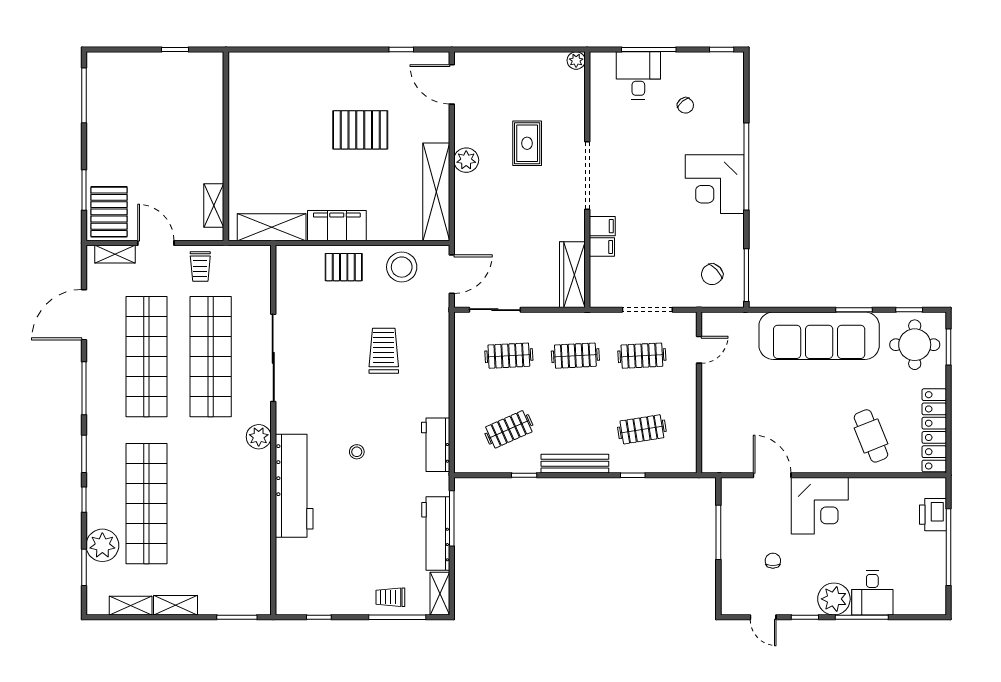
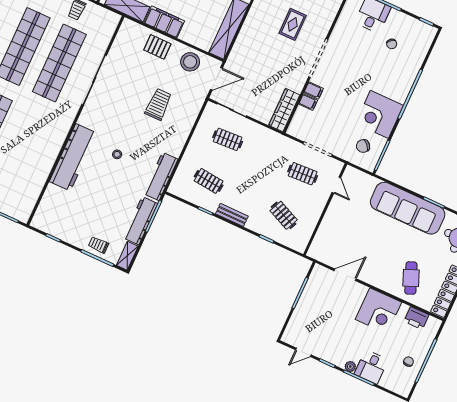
plant: (466, 160) -> (254, 18), removed
corner desk: (715, 184) -> (379, 114), moved
door: (699, 350) -> (336, 185), hinge flipped
clothes rail: (575, 356) -> (265, 157), removed
clothes rail: (509, 429) -> (209, 181), turned 30
clothes rail: (642, 429) -> (284, 215), turned 33
plant: (259, 437) -> (66, 121), removed
workbench: (436, 445) -> (161, 176), width x1.38
bench: (575, 464) -> (232, 215), width x0.73
door: (772, 475) -> (345, 275), hinge flipped
corner desk: (820, 506) -> (378, 311), moved
printer: (933, 515) -> (416, 318), moved, turned -90
chair: (773, 561) -> (409, 362), moved
plant: (834, 599) -> (350, 367), width x0.53, depth x0.53
door: (763, 617) -> (303, 352), hinge flipped

